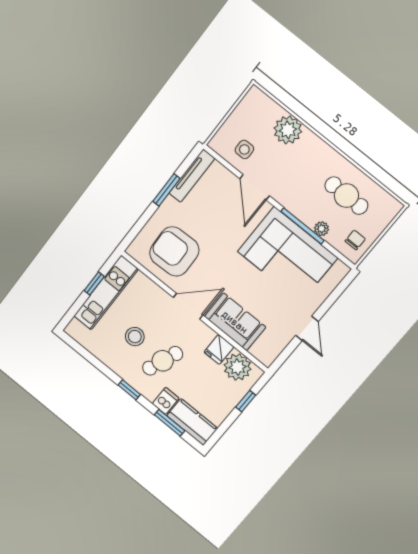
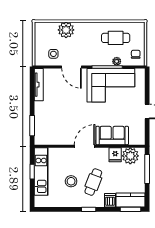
window: (166, 190) -> (32, 126), moved
armchair: (174, 251) -> (58, 126), removed
window: (246, 401) -> (147, 169), width x2.17
window: (170, 423) -> (130, 209), moved

